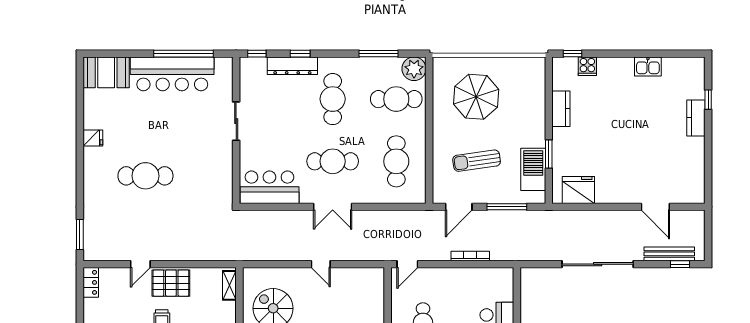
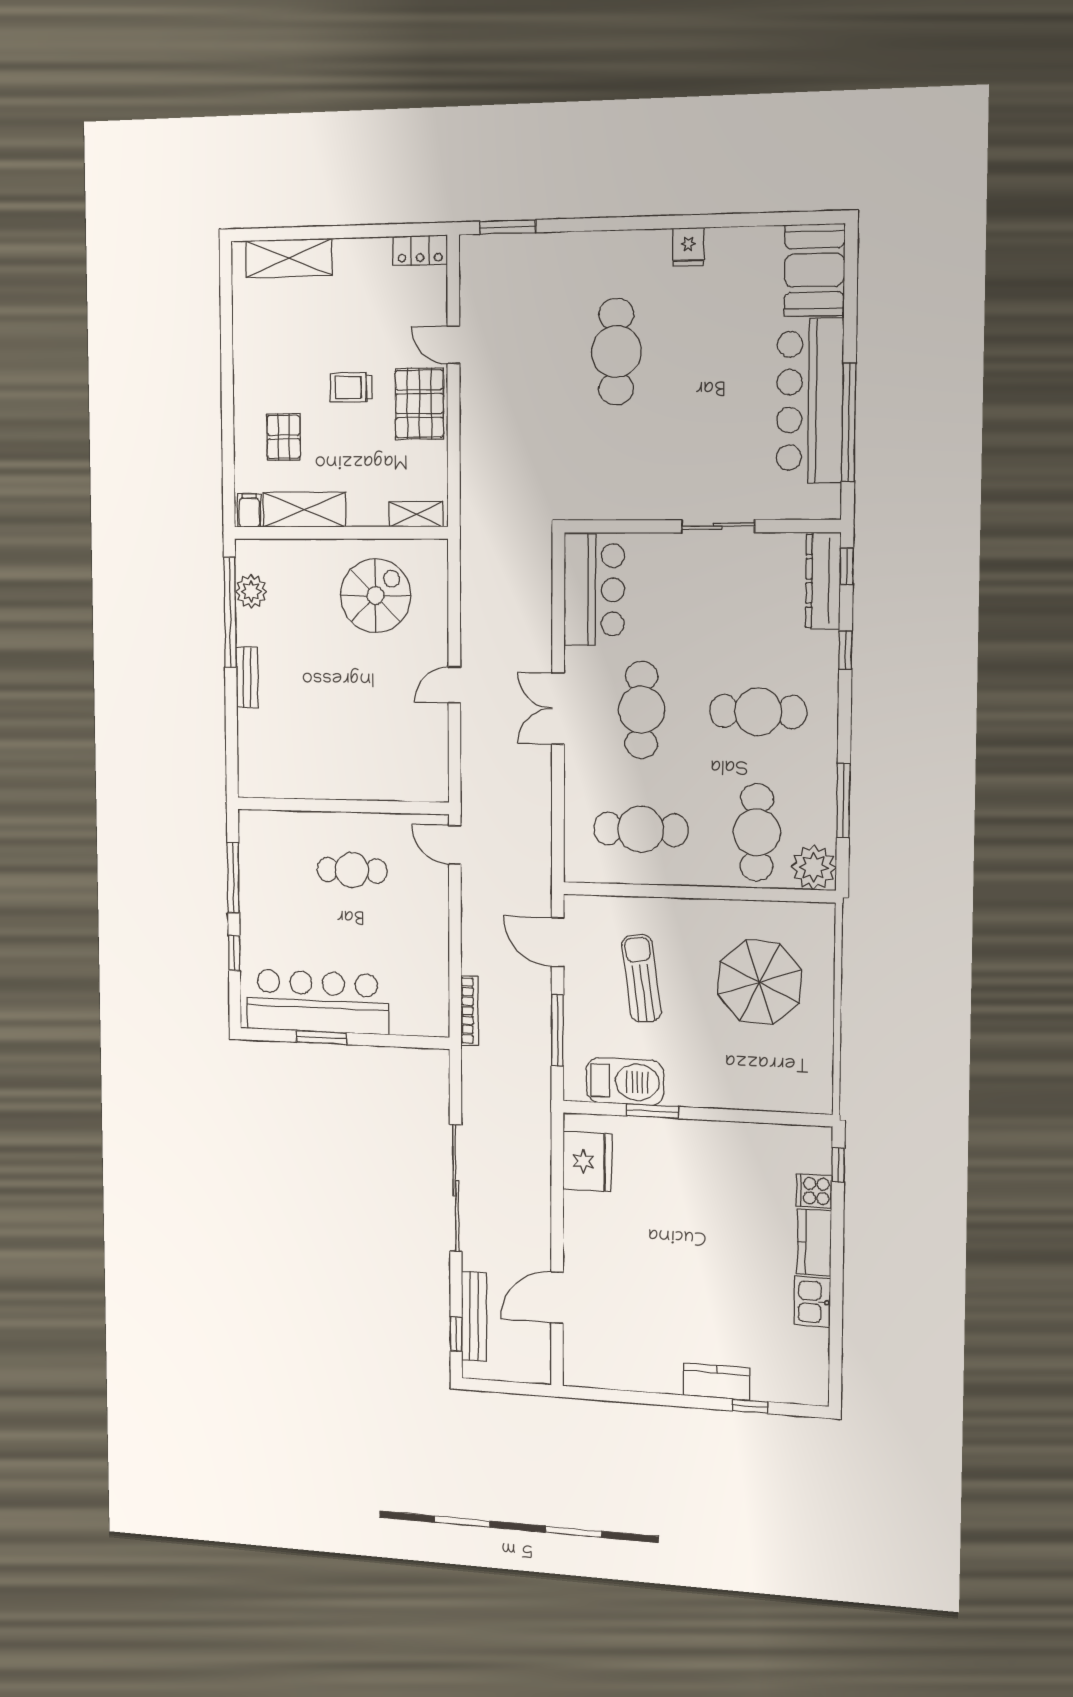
dresser: (292, 66) -> (823, 581), moved
kitchen counter: (561, 109) -> (814, 1243), moved, turned 90
bookcase: (470, 256) -> (470, 1011), moved

